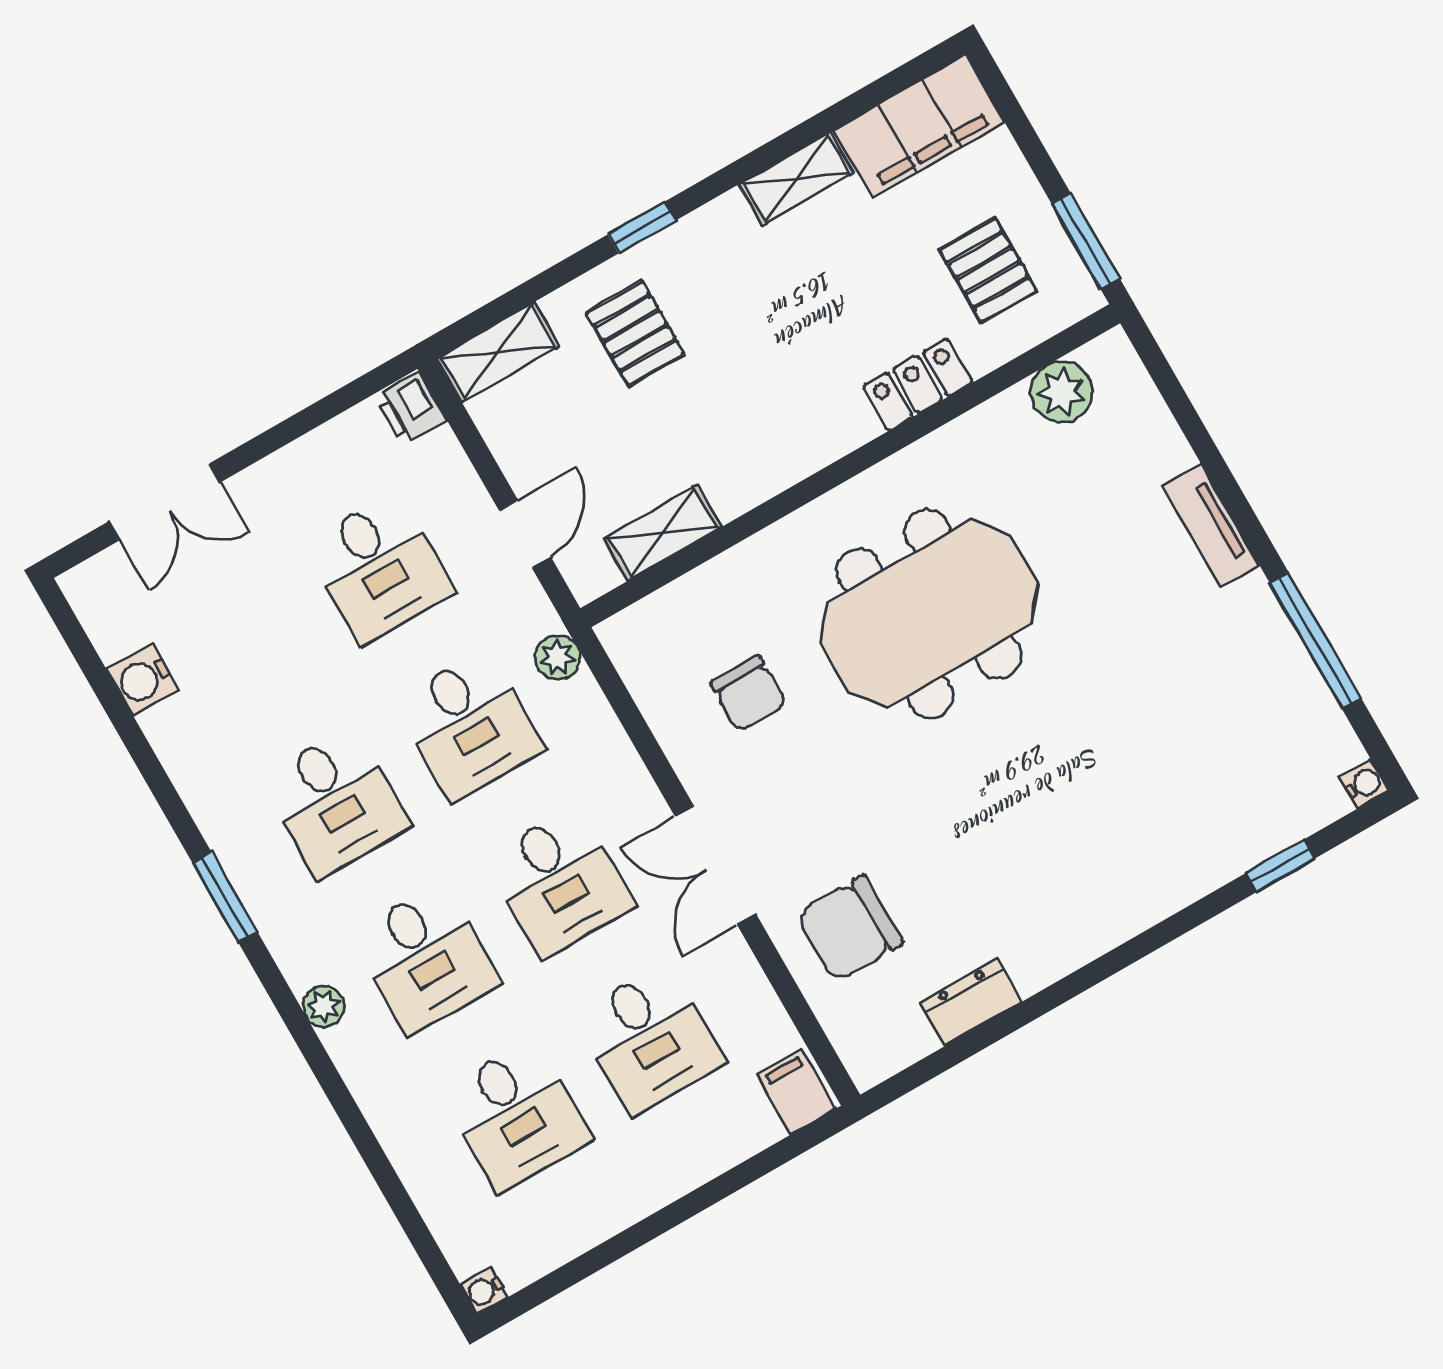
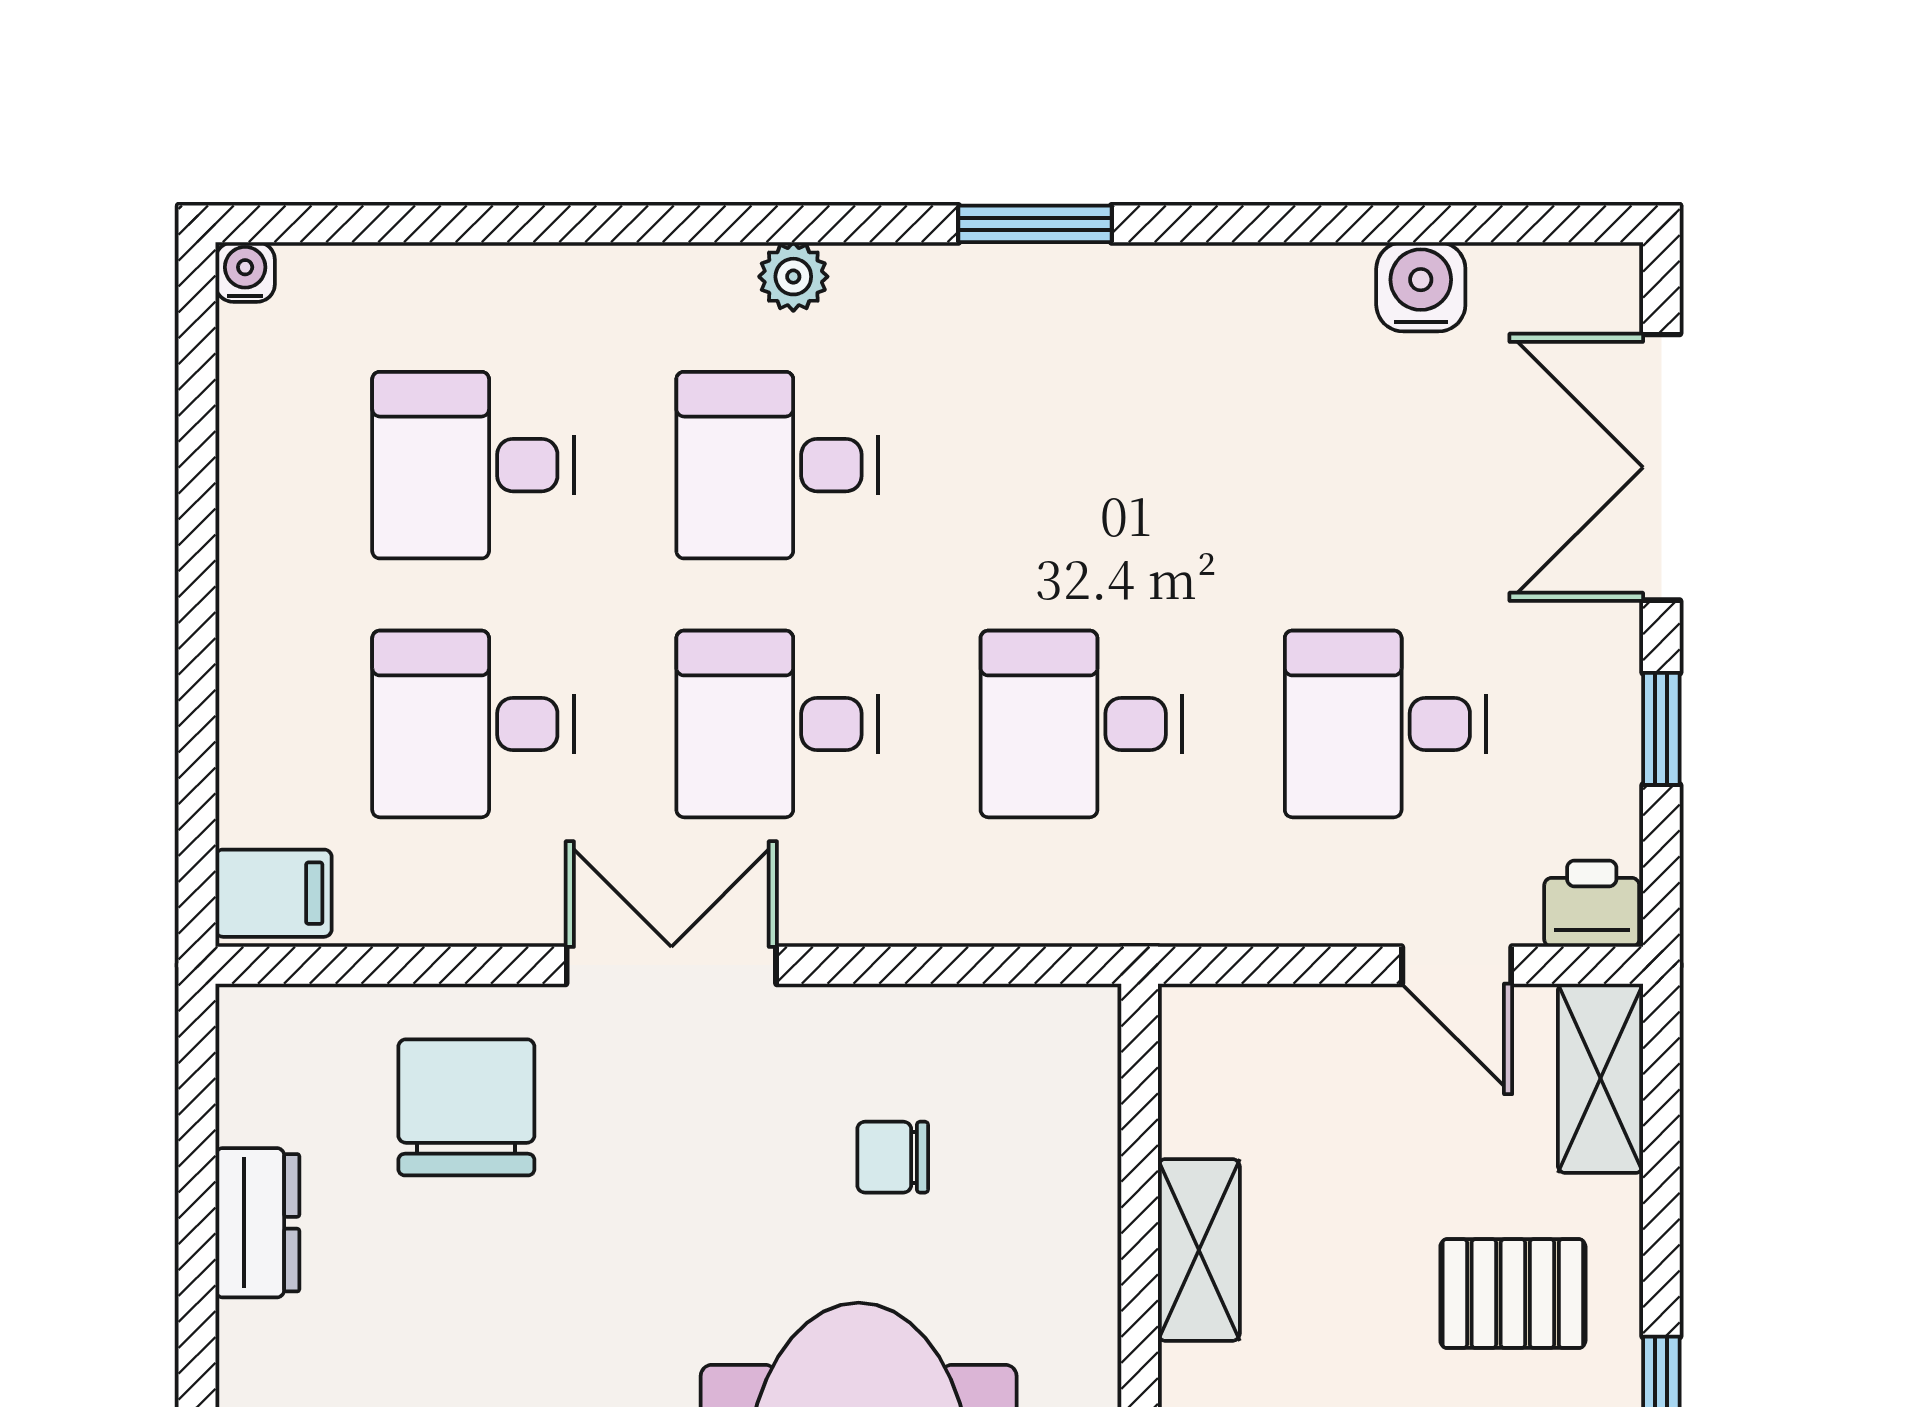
window: (300, 424) -> (1661, 729), added
double door: (165, 502) -> (1661, 467), width x1.37
shelving: (663, 533) -> (1199, 1250), moved
door: (525, 534) -> (1457, 965), moved
plant: (557, 657) -> (1106, 909), removed
chair: (749, 694) -> (893, 1157), width x0.73, depth x0.73
desk: (336, 802) -> (1081, 465), removed

